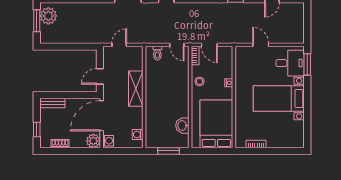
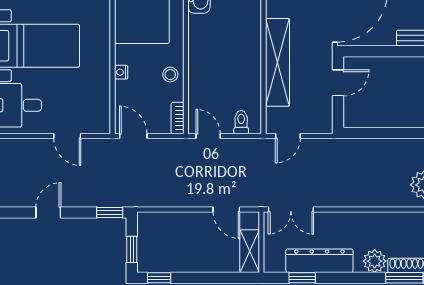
door: (119, 45) -> (288, 136), moved
door: (209, 45) -> (133, 136), moved
shelving: (136, 89) -> (277, 62), width x1.47

